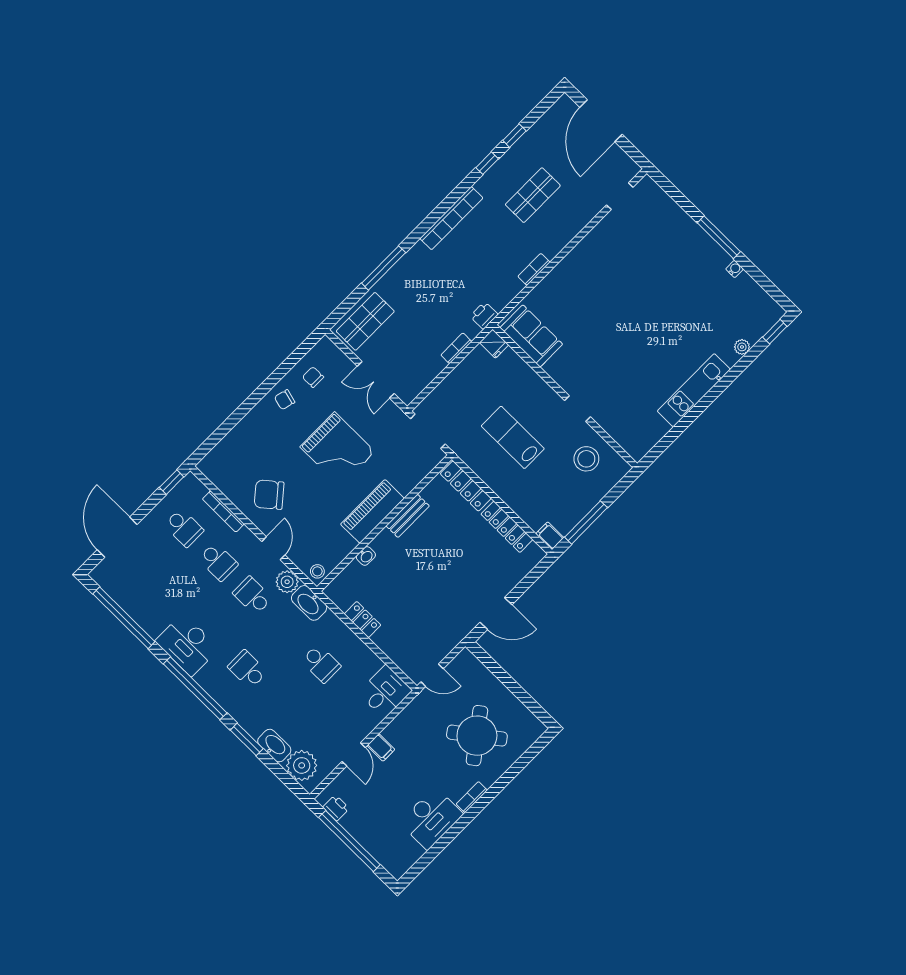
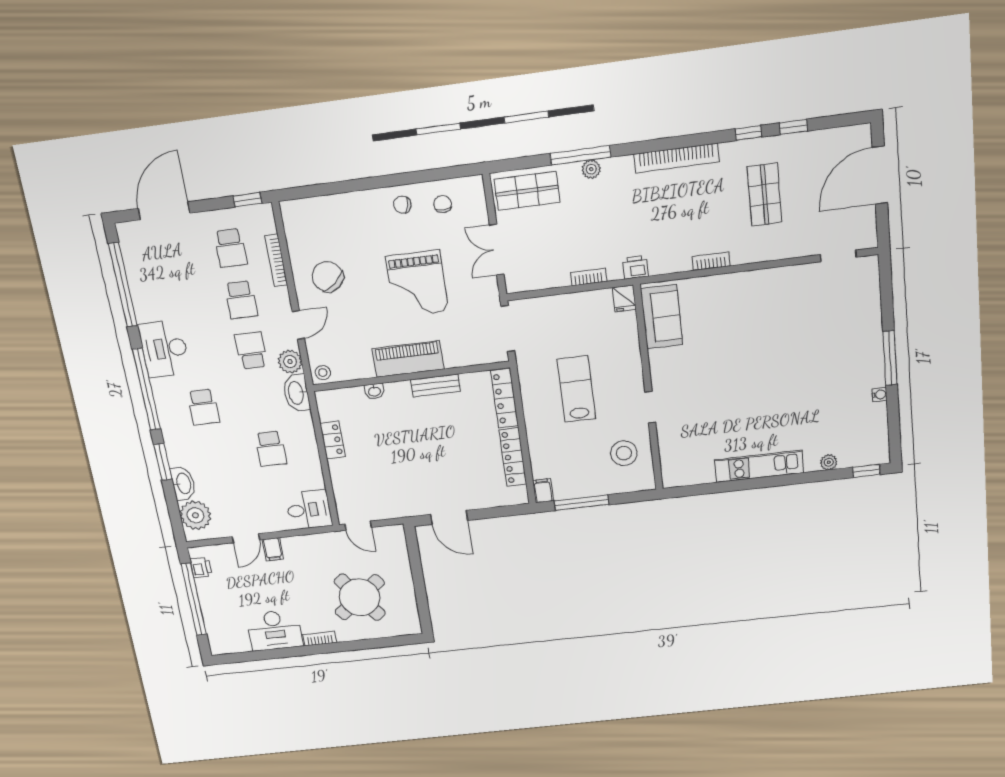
shop shelf: (533, 195) -> (765, 195), turned 90
plant: (398, 271) -> (591, 169), added
school desk: (247, 669) -> (203, 407), turned 180

